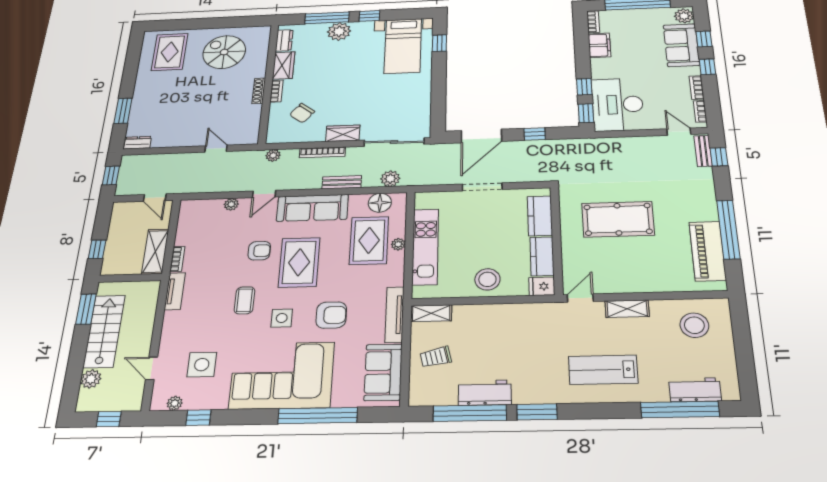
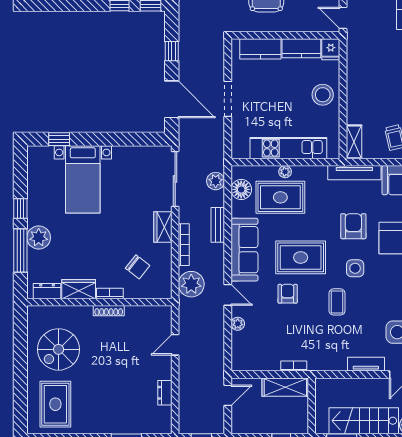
bed with nightstands: (403, 46) -> (83, 179), moved, turned 90
rug: (170, 52) -> (55, 404), turned 90
dresser: (138, 143) -> (165, 393), moved
plant: (273, 155) -> (191, 284), width x1.88, depth x1.88
tv unit: (175, 291) -> (366, 364), moved
coffee table: (244, 300) -> (337, 302), turned 90

